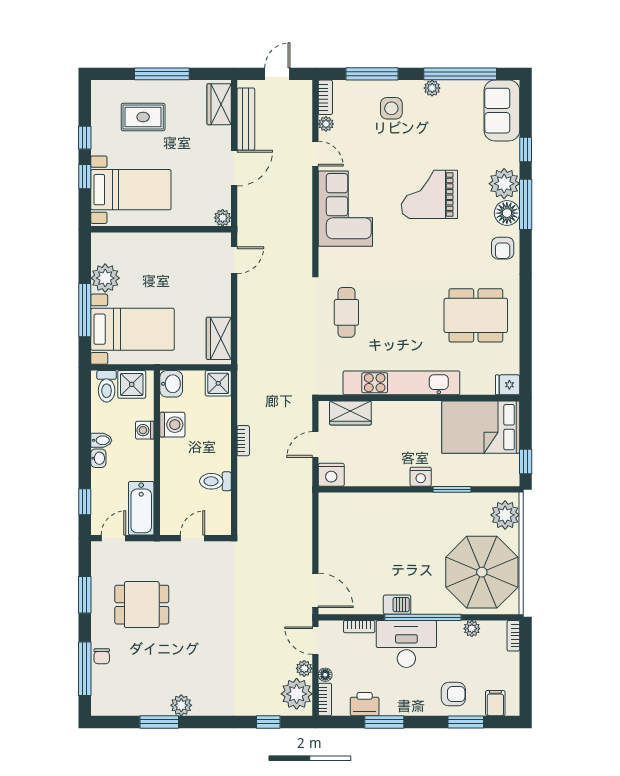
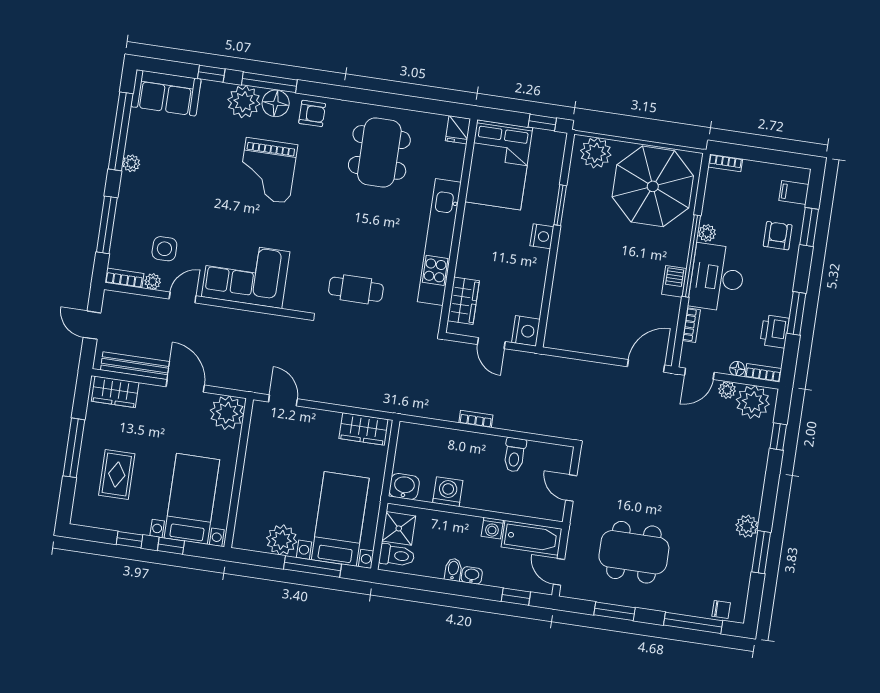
side table: (391, 108) -> (164, 249), moved
grand piano: (429, 194) -> (268, 171), moved
plant: (223, 218) -> (227, 413), width x1.87, depth x1.87
shower: (218, 383) -> (411, 436), removed
washing machine: (145, 430) -> (492, 528), moved
dining table: (142, 605) -> (634, 552), width x1.38
plant: (472, 629) -> (707, 233), moved
chair: (102, 656) -> (721, 610), moved

